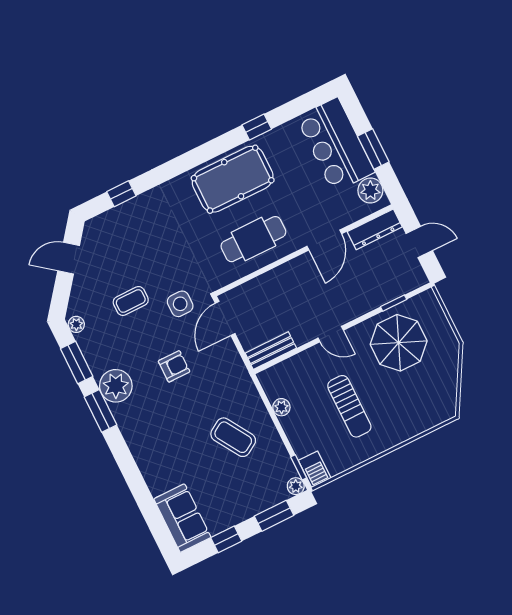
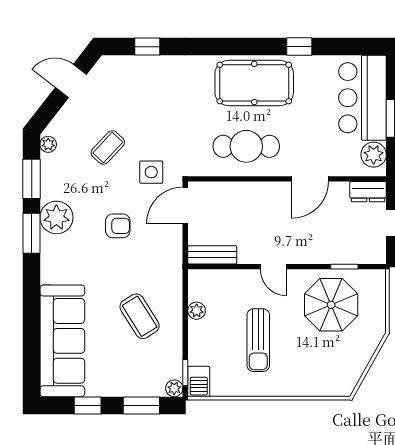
dresser: (375, 229) -> (368, 192), width x0.70
coffee table: (131, 301) -> (108, 147), turned -47
sofa: (182, 518) -> (62, 341), width x1.85, depth x1.27

